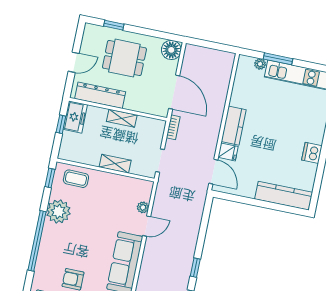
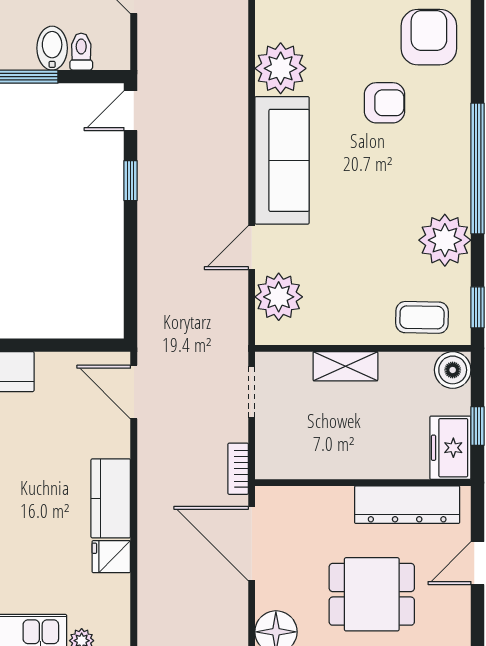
shelving: (122, 118) -> (351, 465), removed
boiler: (67, 152) -> (453, 370), added
fridge: (228, 152) -> (111, 557), moved
plant: (143, 207) -> (279, 297), width x1.88, depth x1.88

